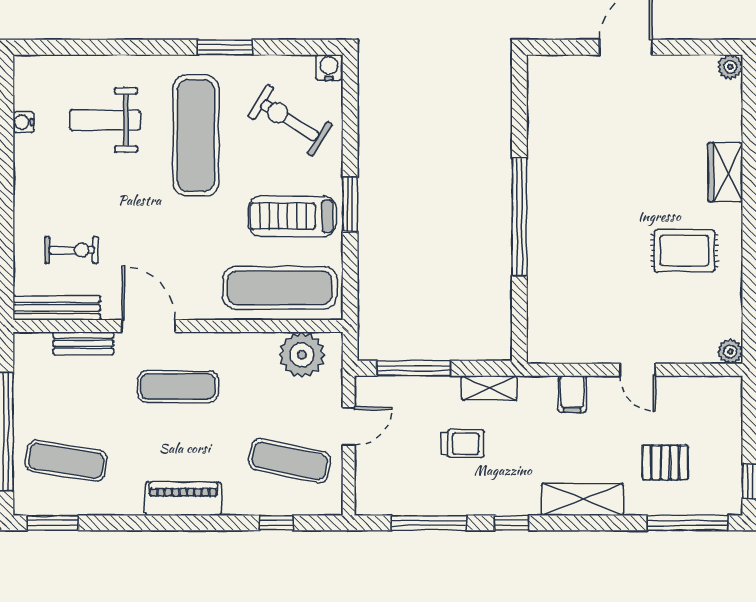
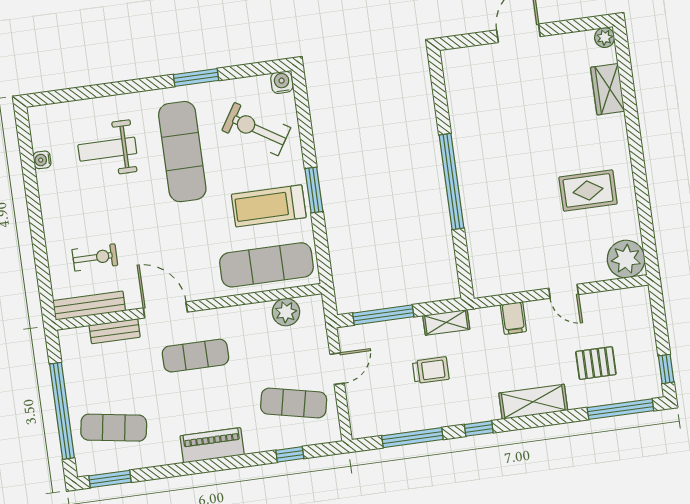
wardrobe: (725, 172) -> (608, 89), moved
plant: (730, 352) -> (626, 259), width x1.88, depth x1.88
plant: (302, 355) -> (286, 312), width x0.73, depth x0.73

